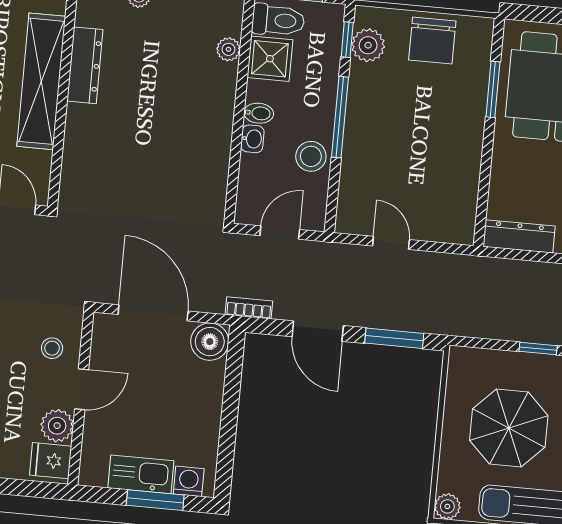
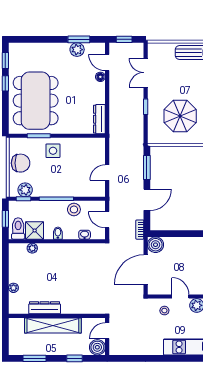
side table: (454, 120) -> (53, 151), added
washbasin: (252, 139) -> (85, 235), moved

